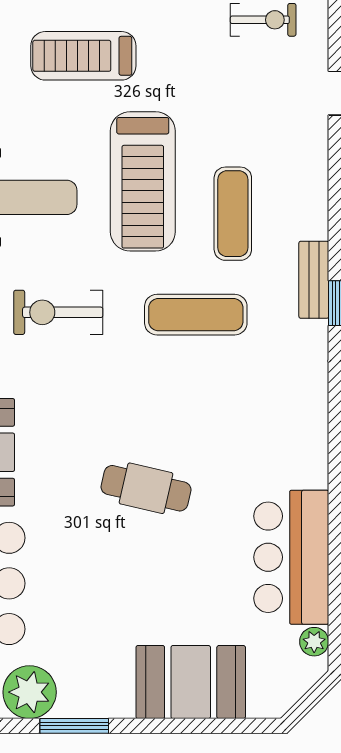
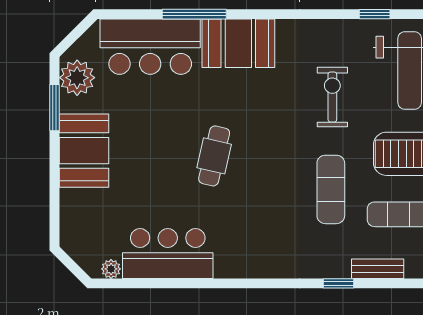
bench: (314, 280) -> (378, 269), moved
booth: (191, 682) -> (84, 151), moved

